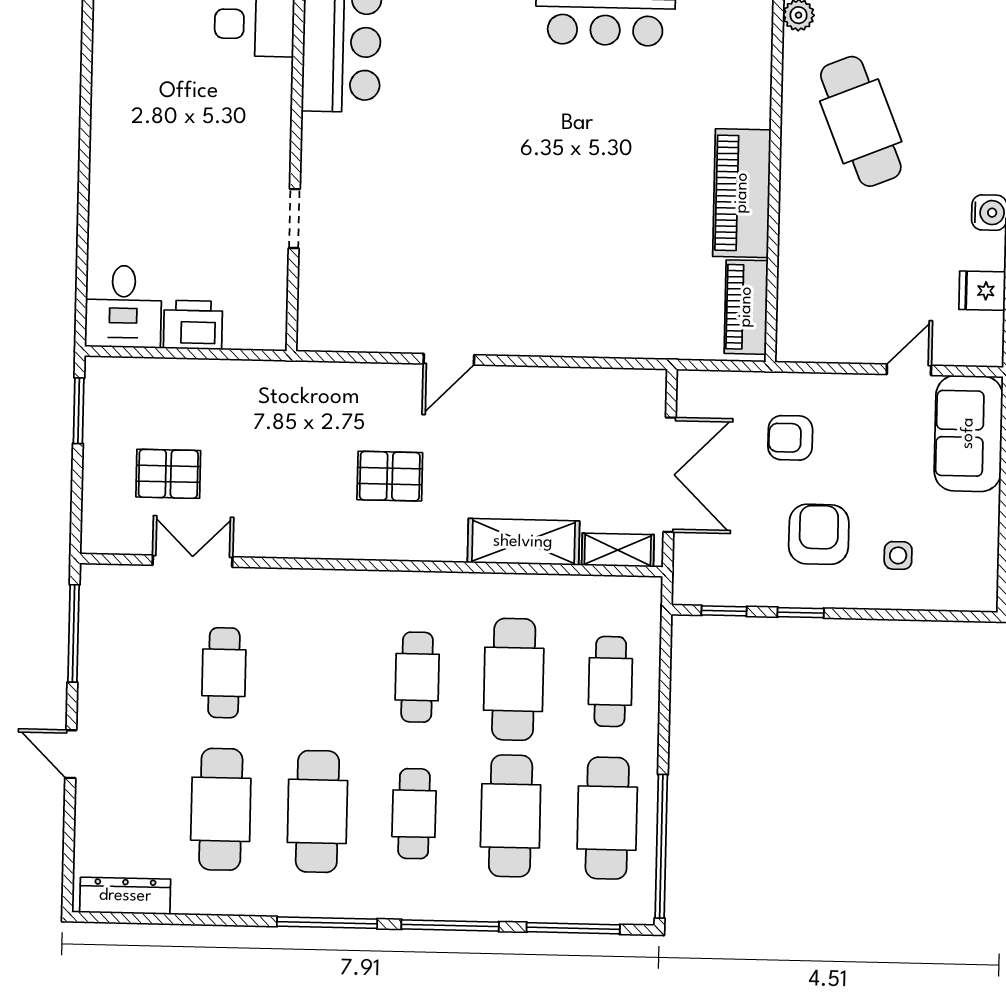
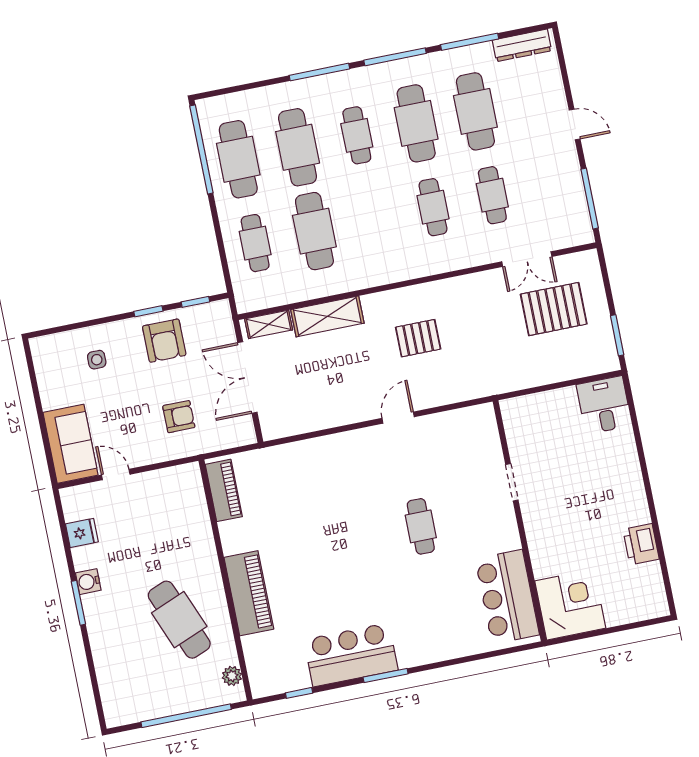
cafe table: (452, 182) -> (421, 526), added
piano: (742, 193) -> (249, 593), moved
printer: (193, 325) -> (641, 544), moved, turned 90
door: (909, 370) -> (116, 475), swing flipped
pallet: (168, 474) -> (554, 309), width x1.50, depth x1.42
armchair: (819, 534) -> (164, 341), moved
cafe table: (417, 677) -> (433, 207), moved
window: (573, 928) -> (470, 42), moved

